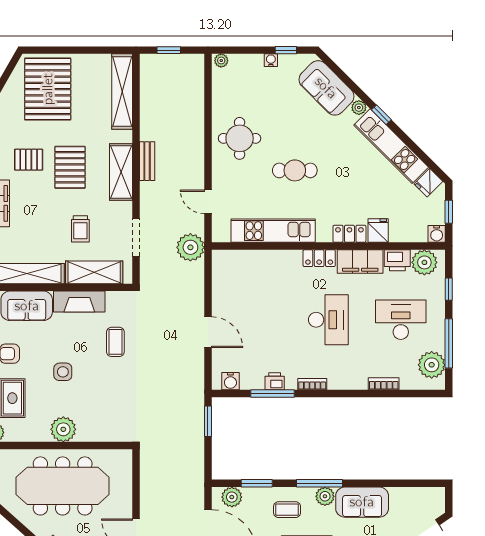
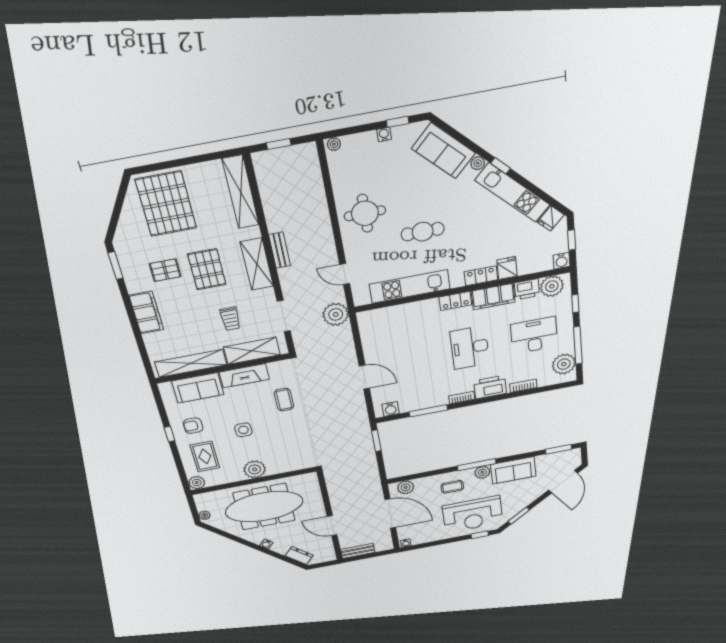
desk: (328, 320) -> (470, 348), turned 180
printer: (275, 381) -> (490, 387), moved, width x1.87, depth x1.48
window: (257, 483) -> (558, 449), moved

